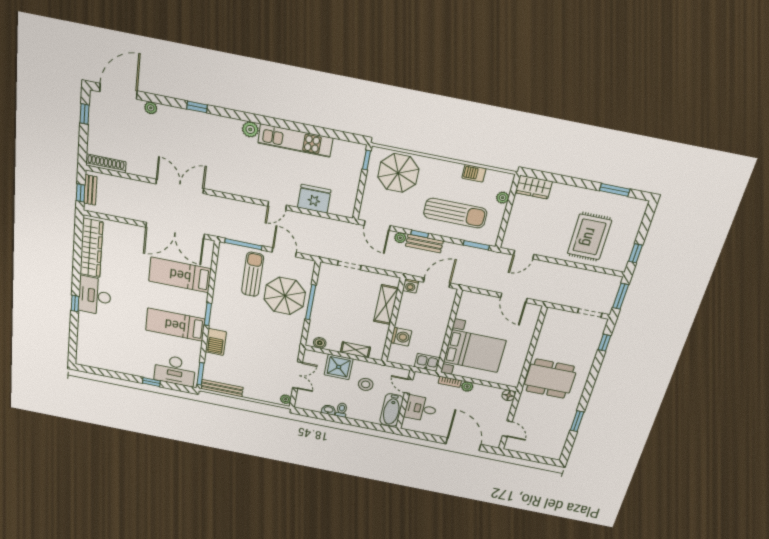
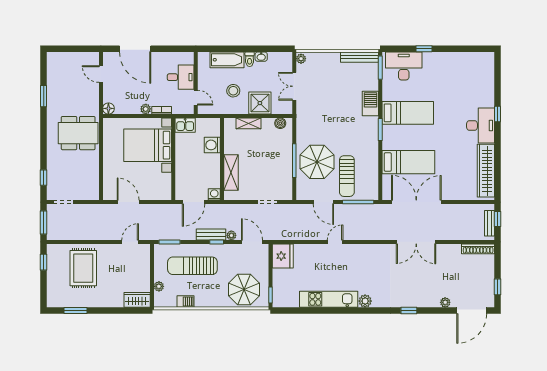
fridge: (314, 199) -> (283, 256), moved, turned -90
bathtub: (392, 410) -> (227, 60), moved, turned 90

